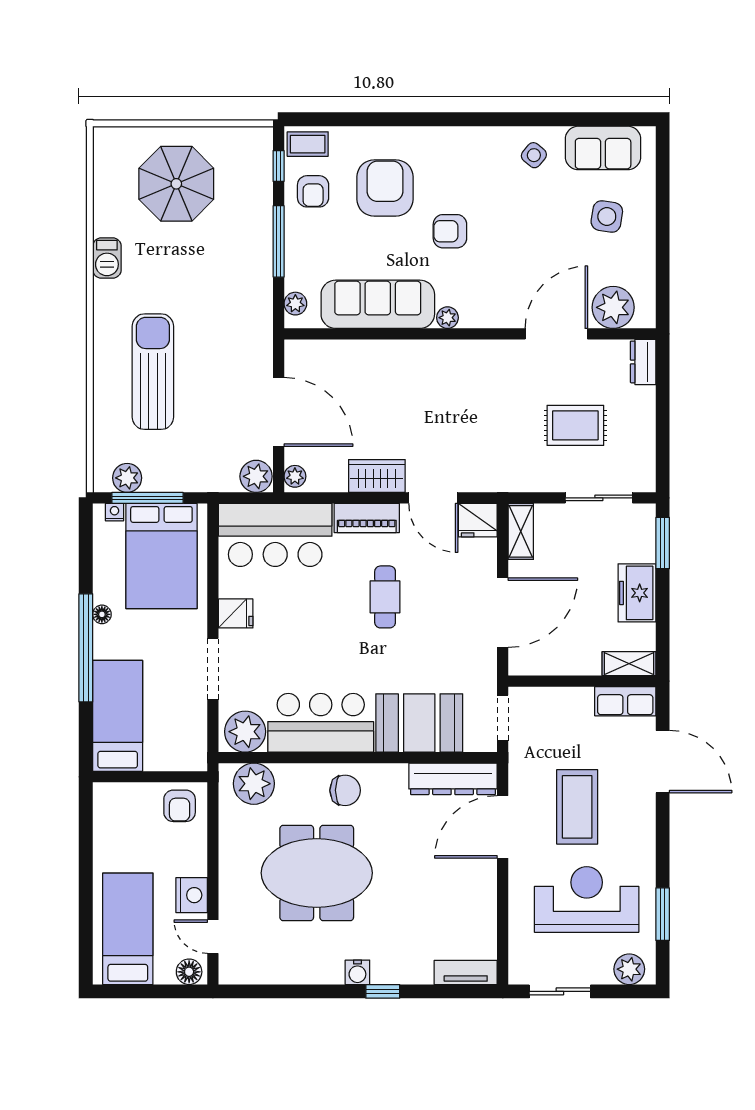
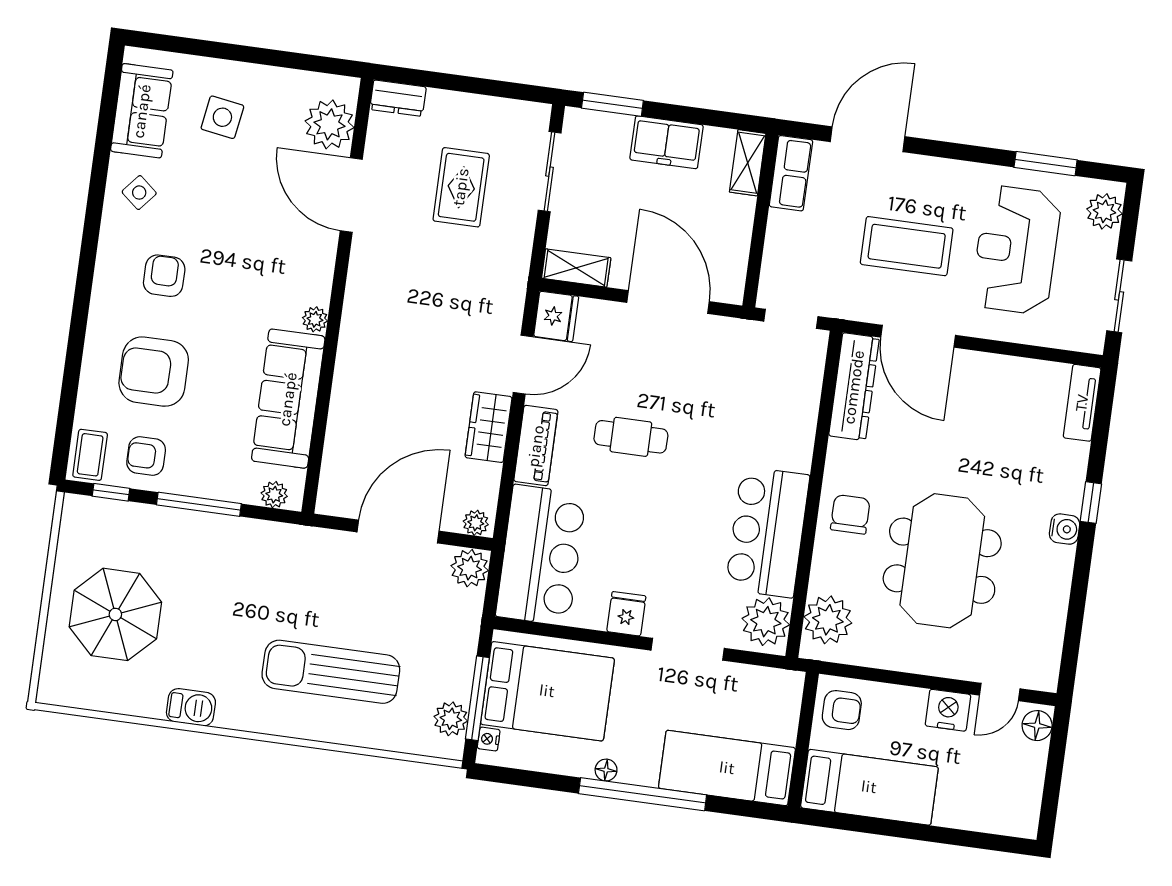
armchair: (313, 191) -> (146, 456), turned 180
armchair: (450, 231) -> (164, 276), moved, turned 180
booth: (419, 723) -> (783, 417), removed
bed: (128, 929) -> (869, 787), moved, turned 180

